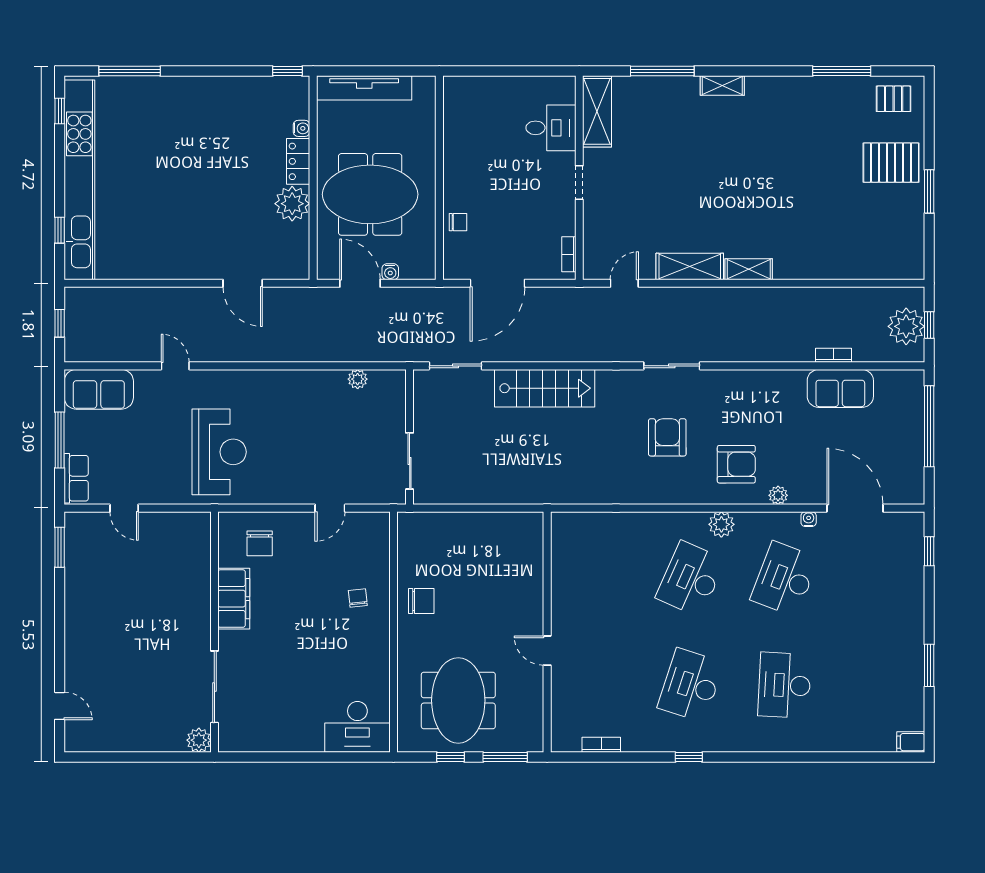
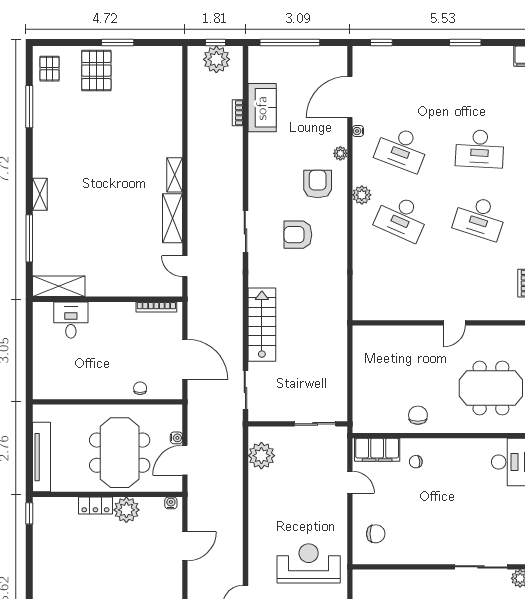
water cooler: (302, 128) -> (171, 503), moved
doorway: (579, 183) -> (111, 299), removed
bookcase: (569, 254) -> (156, 307), width x1.56
plant: (358, 379) -> (261, 456), width x1.87, depth x1.87
filing cabinet: (234, 599) -> (377, 450), moved, turned 180

